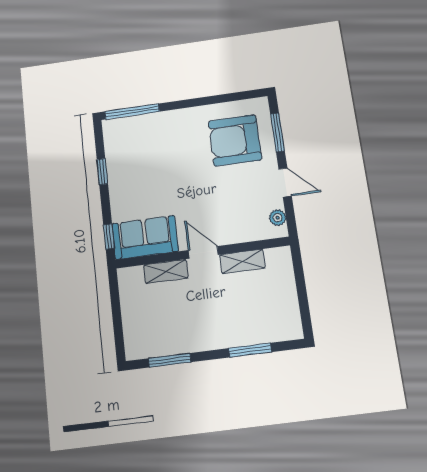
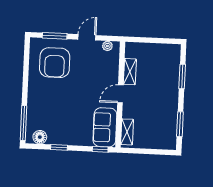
floor lamp: (114, 140) -> (40, 137), added
shelving: (166, 271) -> (127, 132), moved

